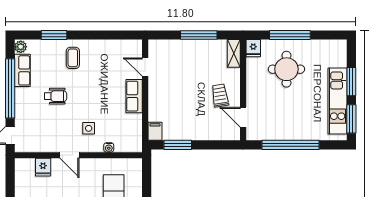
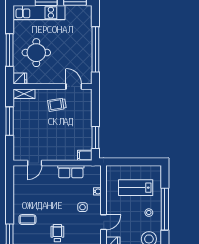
row of seats: (134, 96) -> (71, 172), moved
kitchen unit: (338, 101) -> (39, 13), moved
door: (243, 117) -> (74, 87), swing flipped

